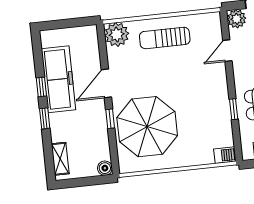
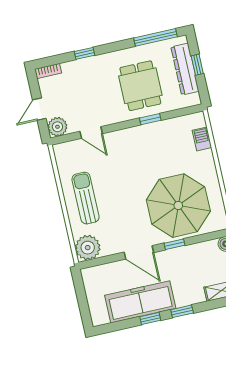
sun lounger: (165, 38) -> (86, 198), turned 180
barbecue: (225, 155) -> (202, 139), moved

